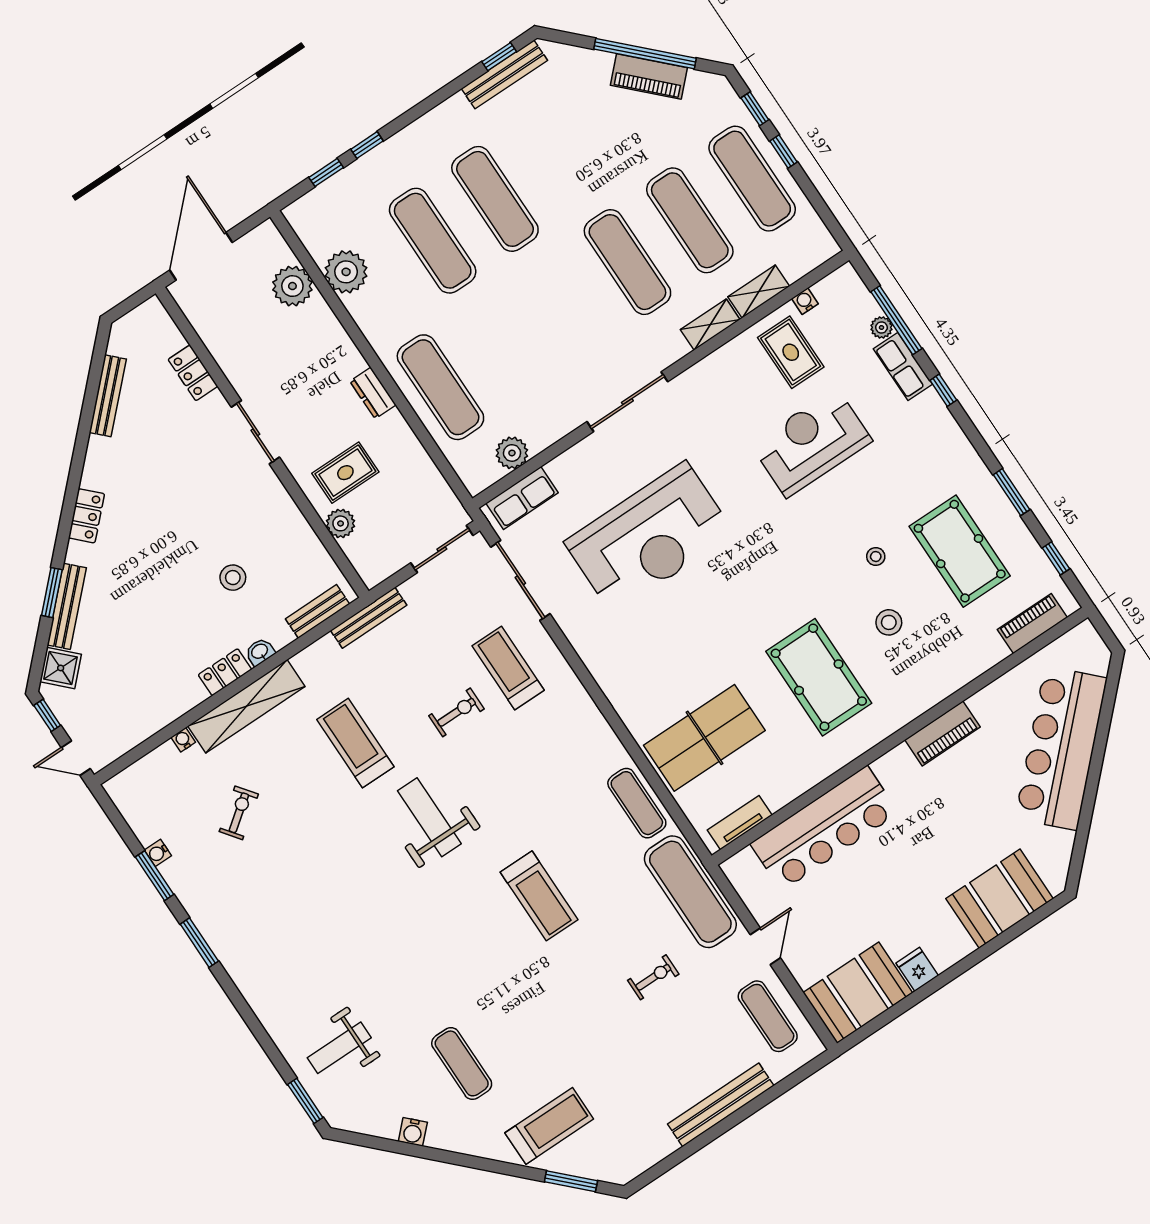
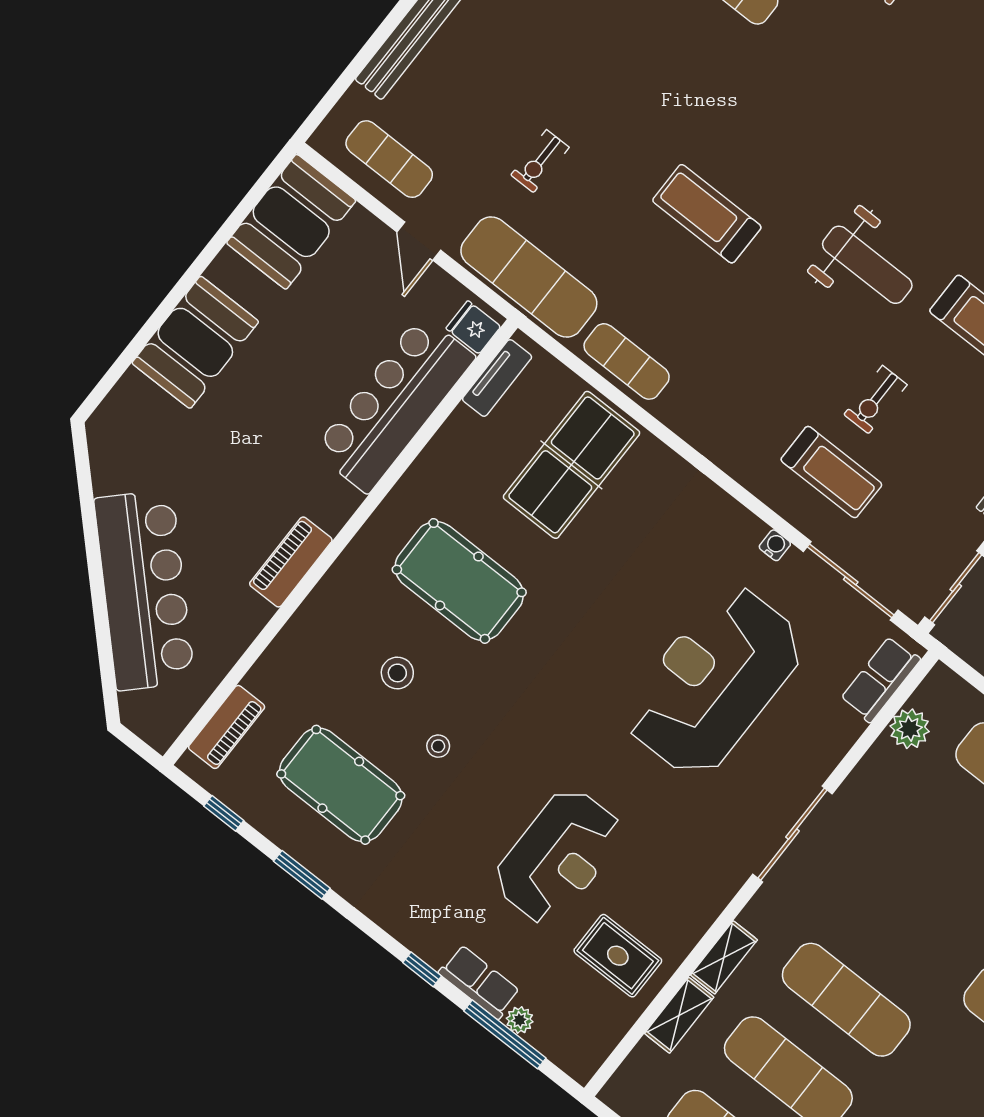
water cooler: (805, 301) -> (775, 545), moved, turned -90
booth: (1000, 899) -> (195, 342), moved
fridge: (917, 969) -> (473, 327), moved, turned 180

